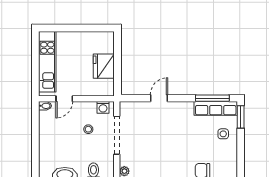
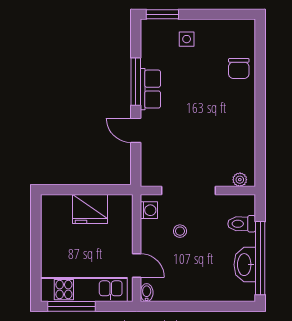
window: (35, 53) -> (72, 306), added
window: (212, 98) -> (136, 82), moved
row of seats: (216, 108) -> (150, 89), moved, width x0.68

